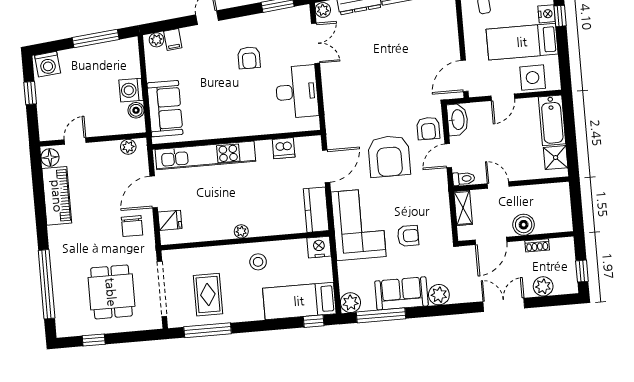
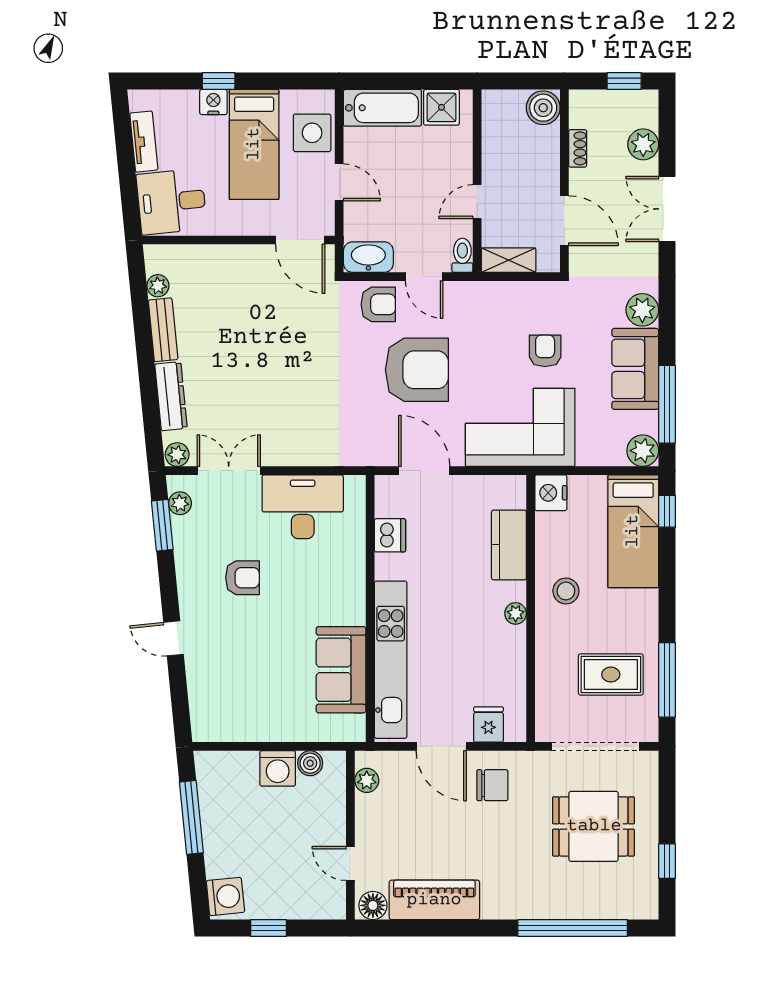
plant: (156, 40) -> (180, 503), moved
filing cabinet: (173, 40) -> (204, 696), removed
sofa: (165, 109) -> (341, 670), moved, turned -90
kitchen counter: (316, 210) -> (509, 545), moved, turned 90
boiler: (524, 225) -> (543, 108), moved

